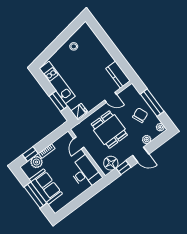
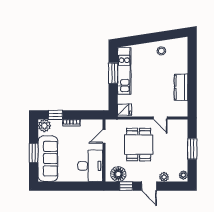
kitchen counter: (118, 75) -> (181, 87), moved
window: (58, 101) -> (113, 73), moved
window: (152, 103) -> (192, 149), width x0.69
chair: (140, 115) -> (174, 152), removed
plant: (37, 162) -> (44, 126), moved
sofa: (46, 187) -> (48, 159), width x1.36
window: (35, 195) -> (34, 153), width x0.69

